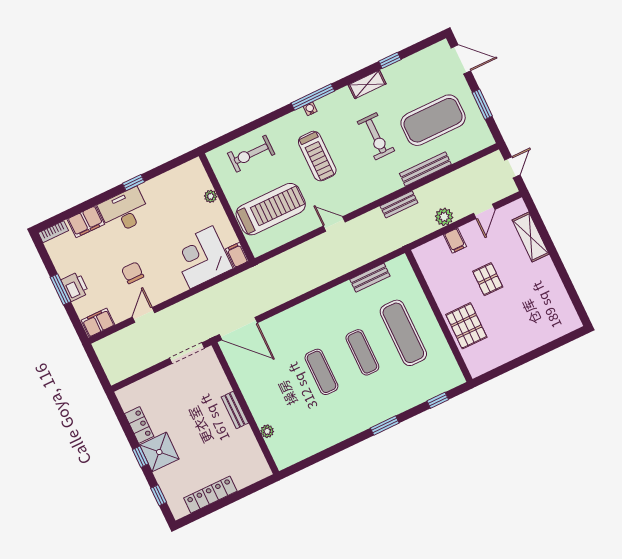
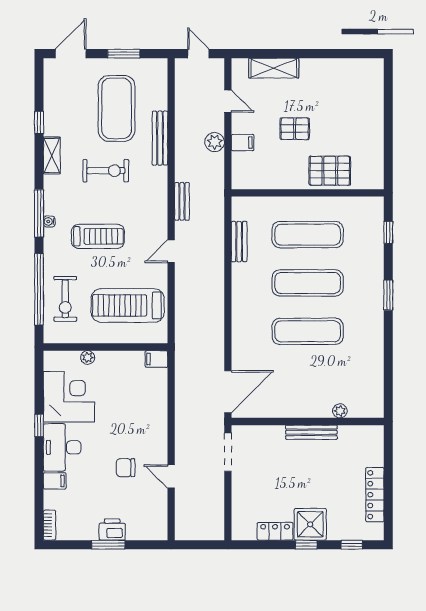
window: (249, 128) -> (39, 289), added
bench: (399, 204) -> (182, 201), moved
treadmill: (271, 209) -> (128, 305), turned -90
filing cabinet: (86, 222) -> (55, 481), width x0.50
corner desk: (201, 257) -> (69, 397), moved, turned 180
filing cabinet: (98, 323) -> (157, 524), removed
exercise mat: (362, 352) -> (308, 283), width x1.36, depth x1.45
exercise mat: (321, 372) -> (308, 331), width x1.36, depth x1.45
bench: (235, 410) -> (311, 432), width x1.36

